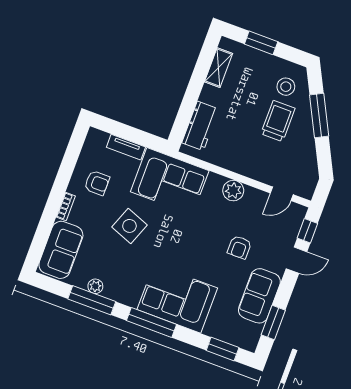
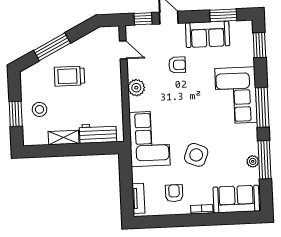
shelving: (219, 68) -> (64, 137), moved
stool: (286, 87) -> (40, 109), moved
tv unit: (126, 147) -> (138, 198), moved

